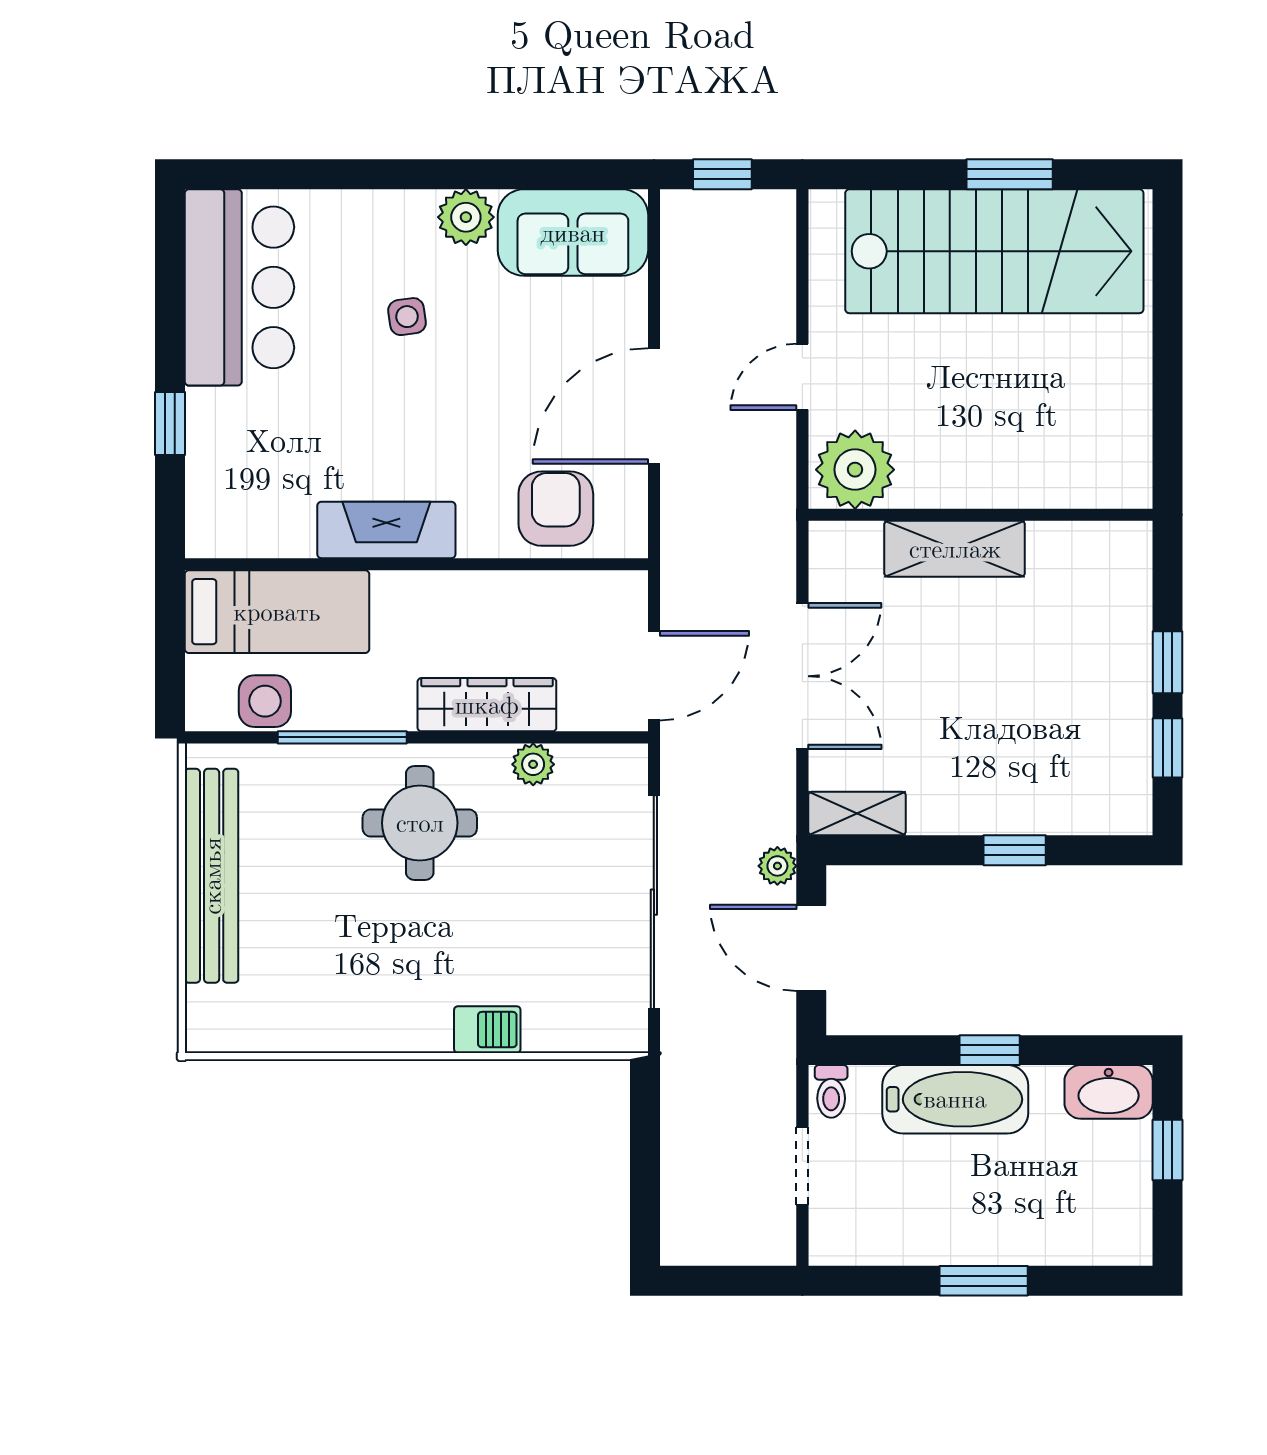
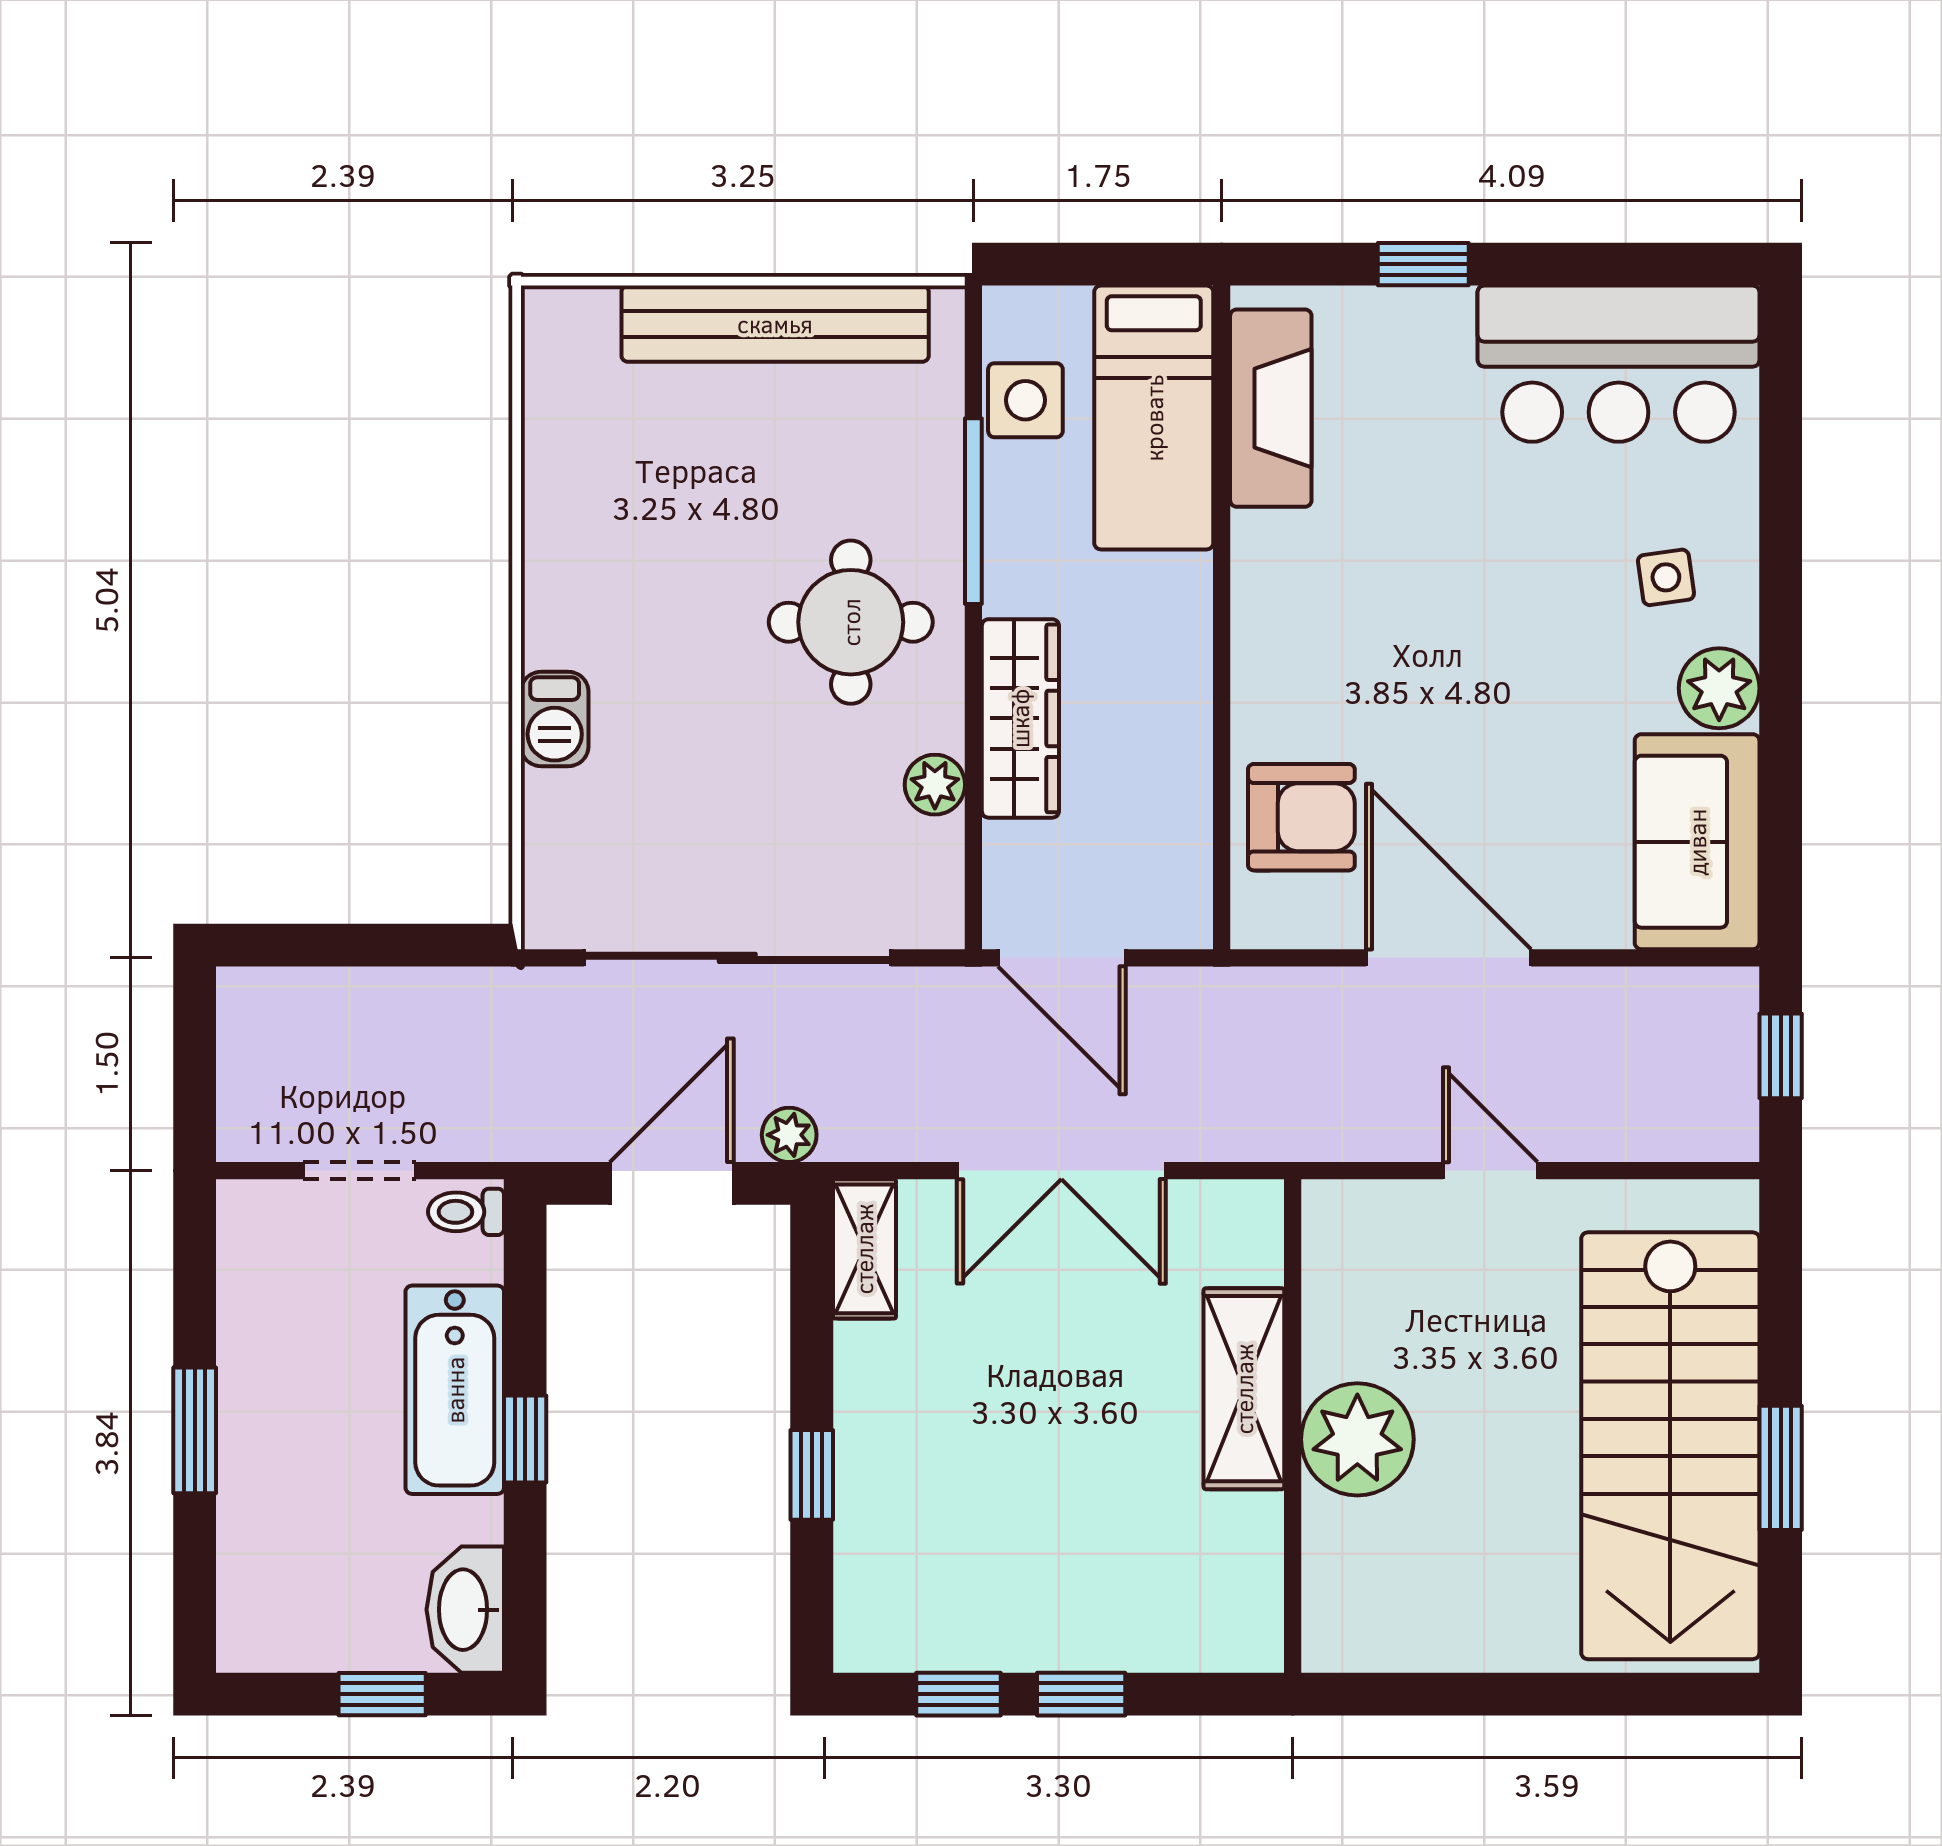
side table: (407, 317) -> (1666, 577), moved
plant: (855, 470) -> (1357, 1439), moved
fireplace: (386, 530) -> (1271, 408), moved

